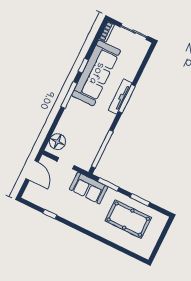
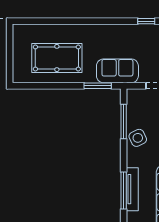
side table: (98, 132) -> (138, 138), added
window: (102, 149) -> (124, 122), width x0.68
window: (140, 200) -> (54, 86), removed

